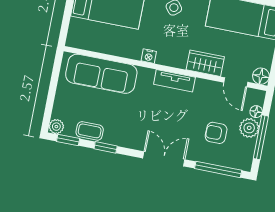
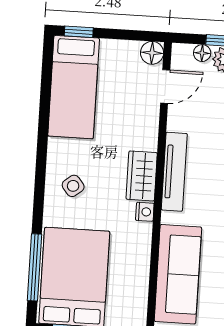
wardrobe: (205, 63) -> (142, 176), moved
tv unit: (174, 81) -> (174, 172), width x1.41

